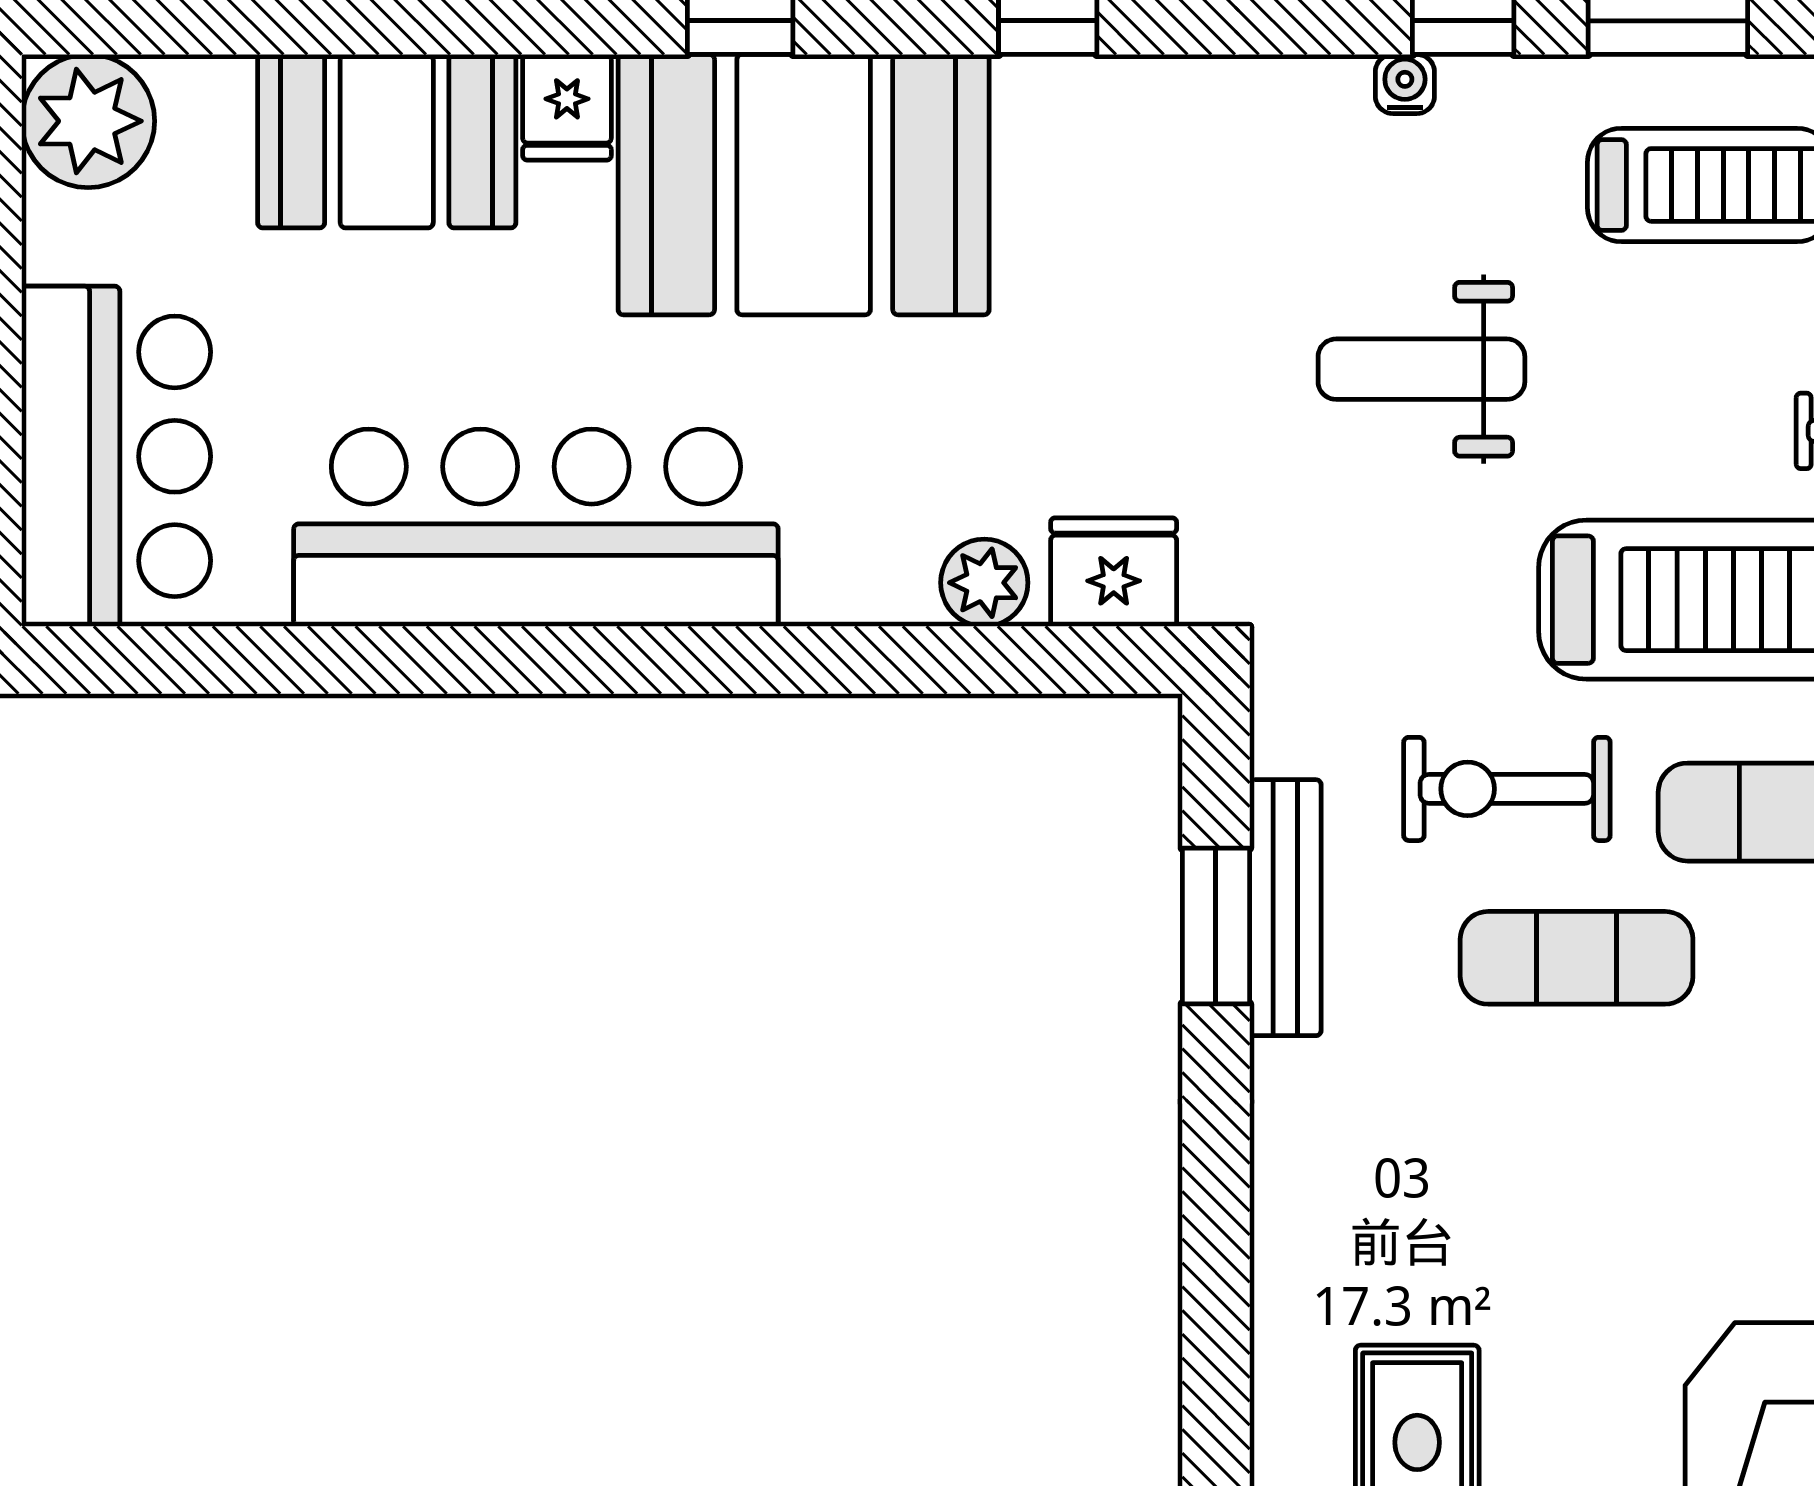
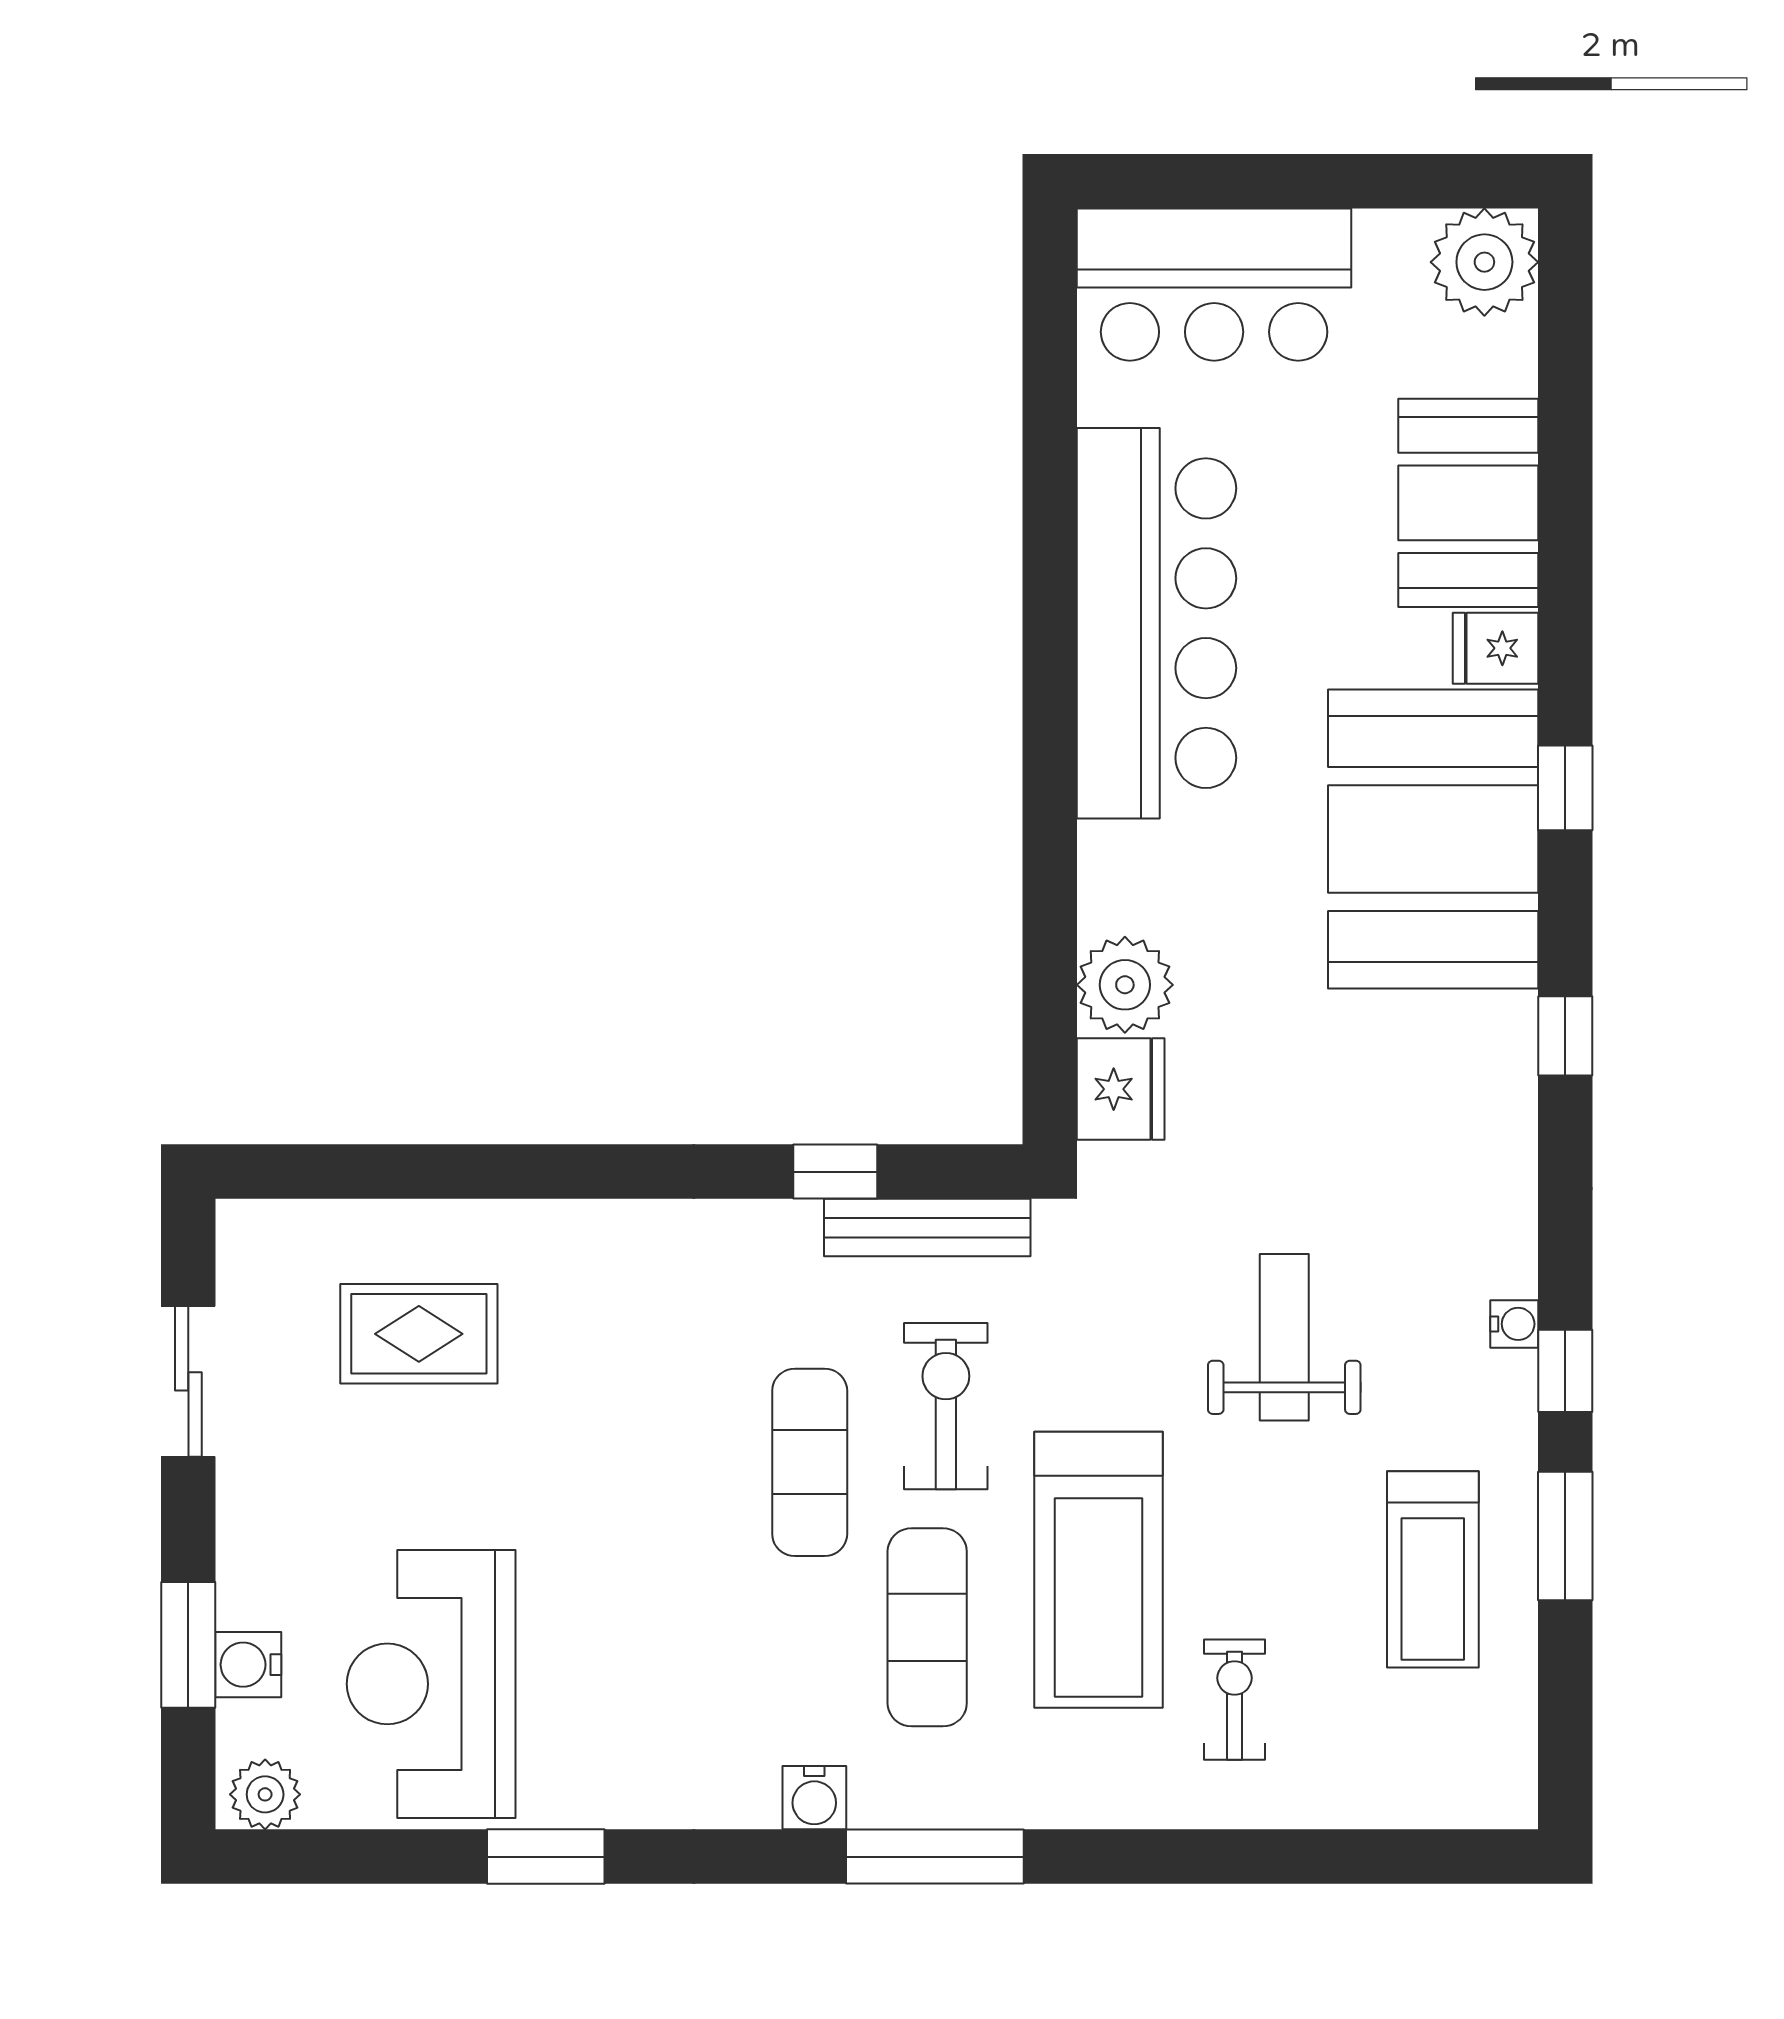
plant: (984, 583) -> (1125, 985), width x1.36, depth x1.36
bench: (1285, 908) -> (927, 1228), moved
window: (1216, 926) -> (835, 1172), width x0.67

